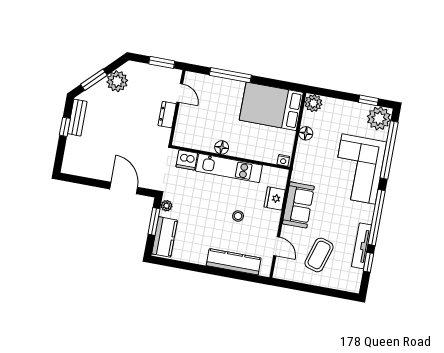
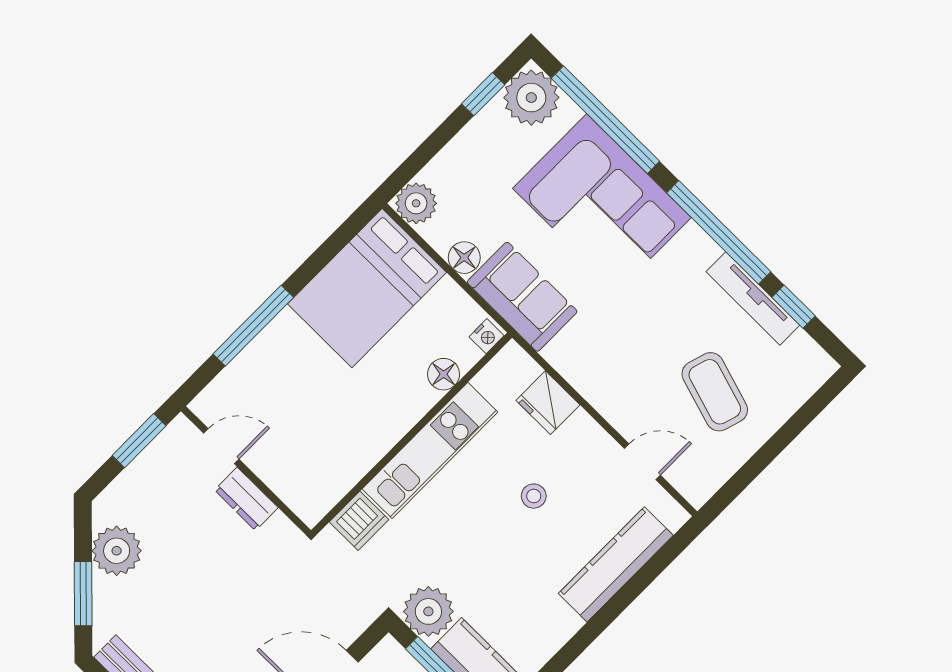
floor lamp: (222, 147) -> (444, 374), moved
sofa: (298, 205) -> (522, 297), moved
plant: (166, 206) -> (428, 611), width x1.88, depth x1.88

